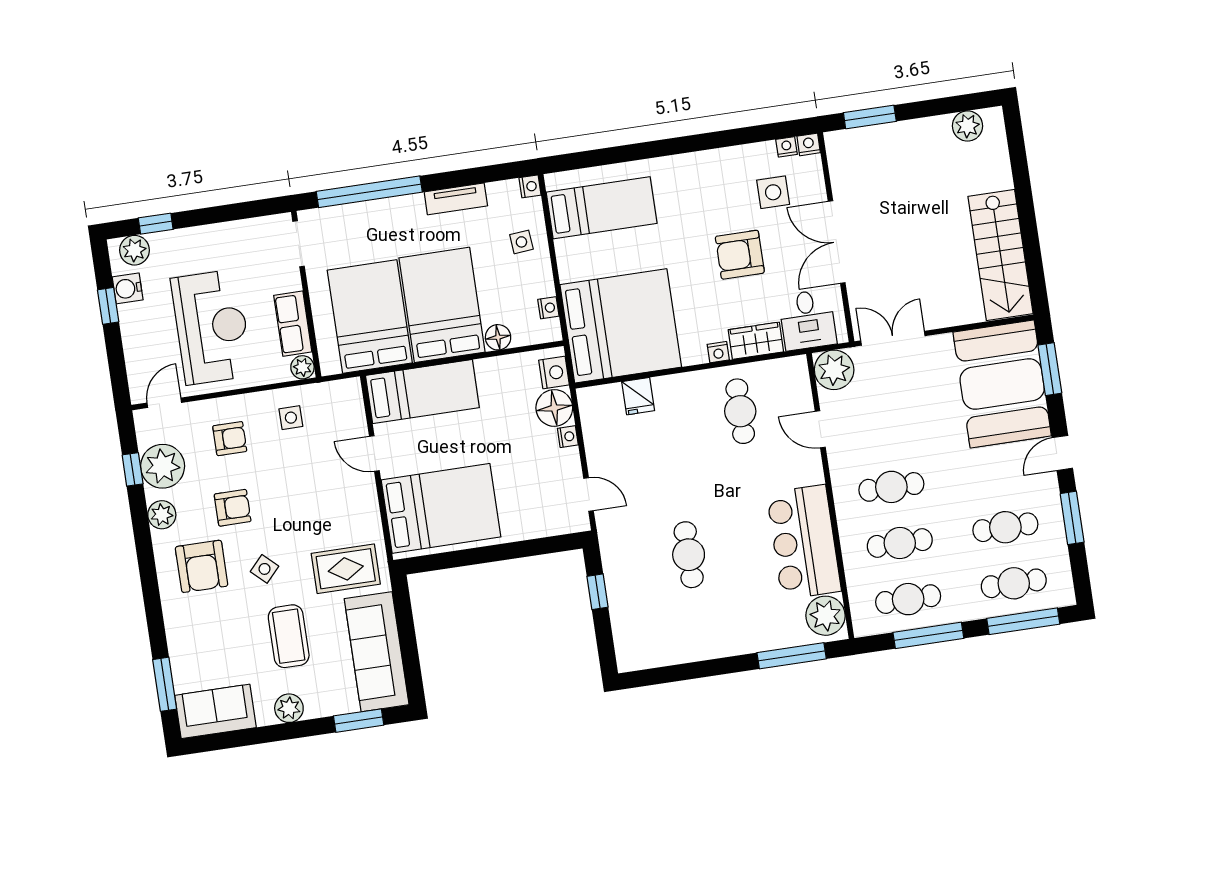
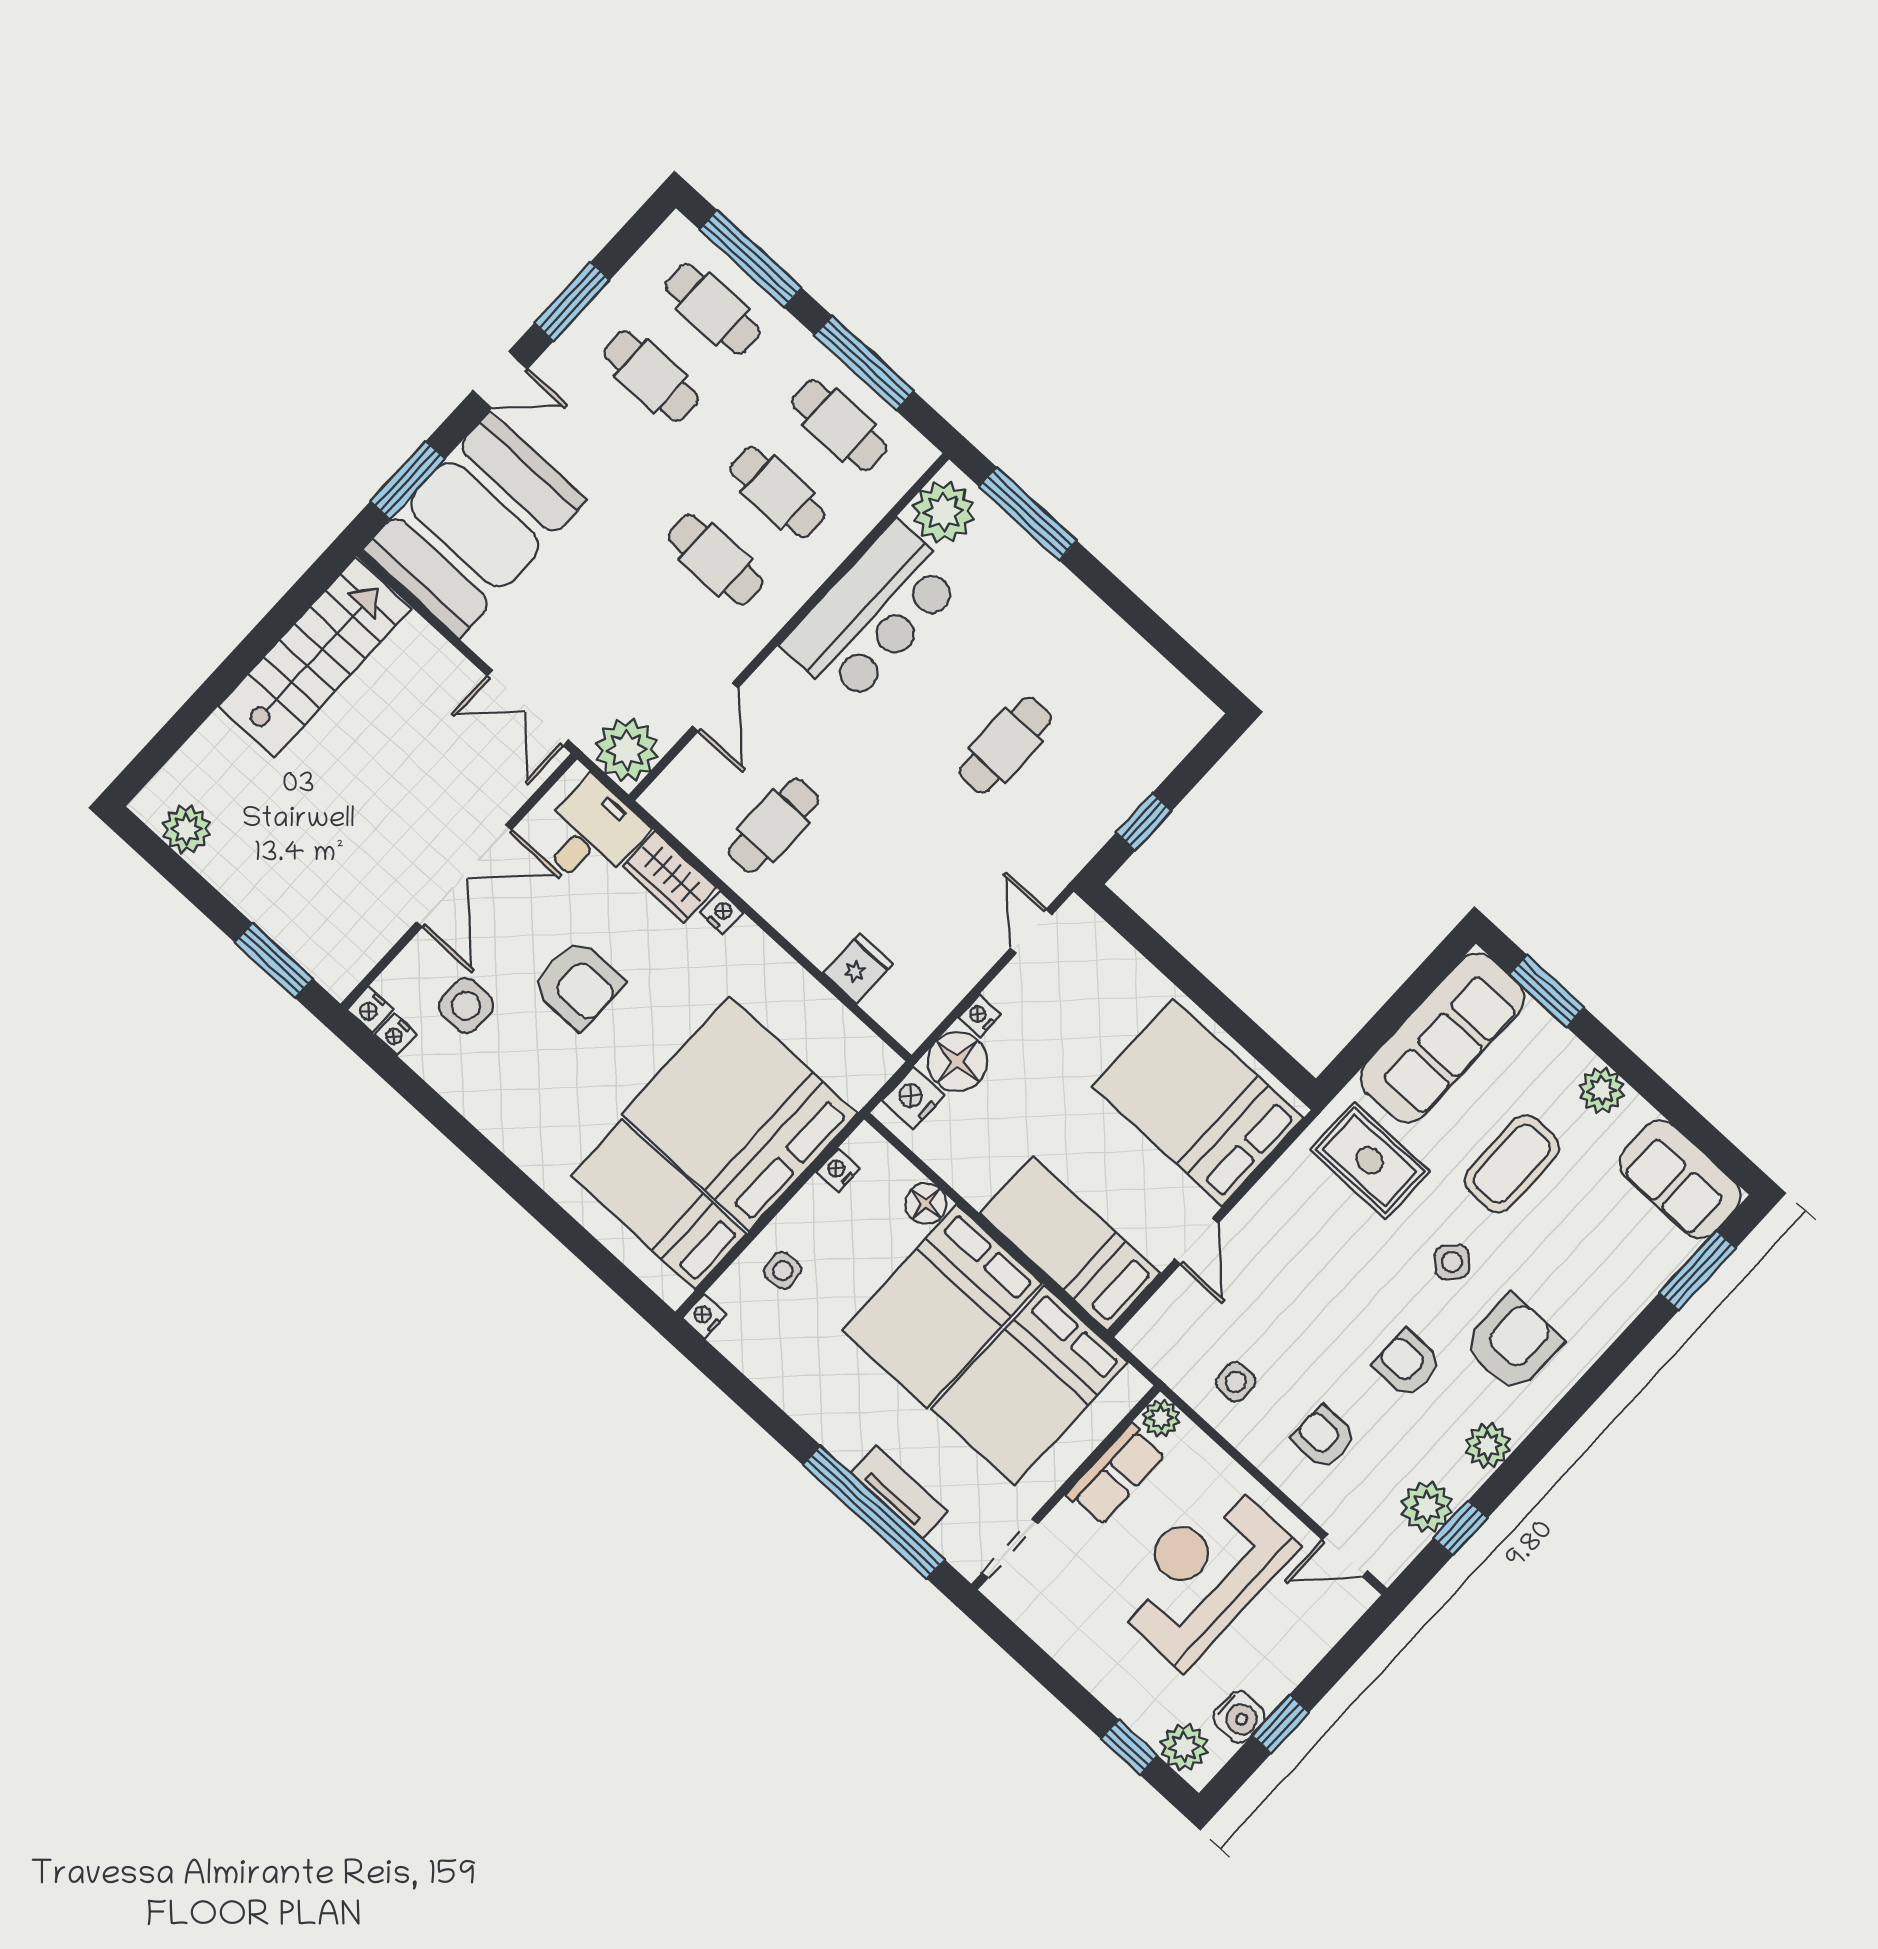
tv unit: (456, 199) -> (899, 1492), moved
bed: (621, 326) -> (739, 1114), moved
plant: (163, 466) -> (1427, 1507), width x0.73, depth x0.73

